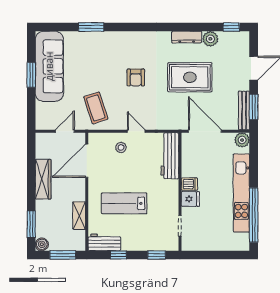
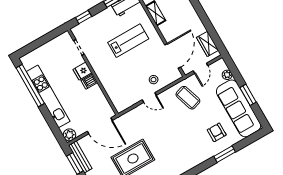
armchair: (136, 77) -> (217, 132), moved
plant: (41, 108) -> (227, 75), added
workbench: (170, 156) -> (115, 94), removed
wardrobe: (43, 179) -> (208, 44), moved, width x0.67

